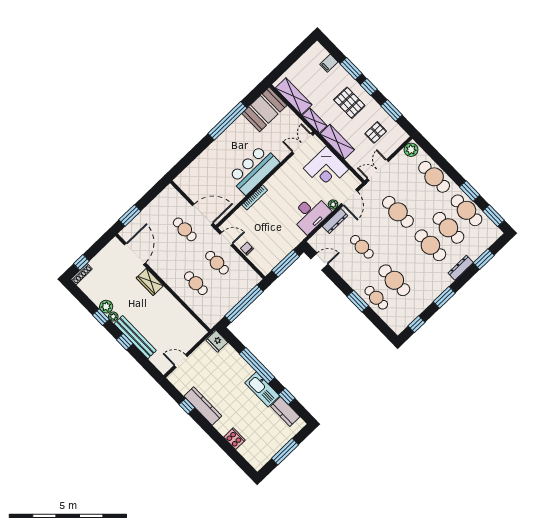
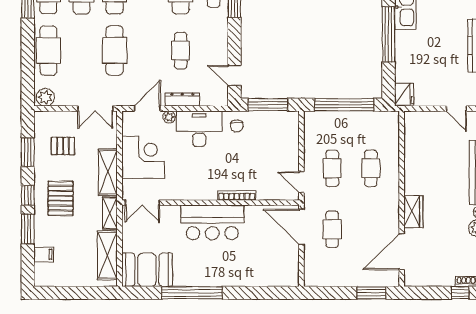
chair: (247, 249) -> (237, 126), moved

